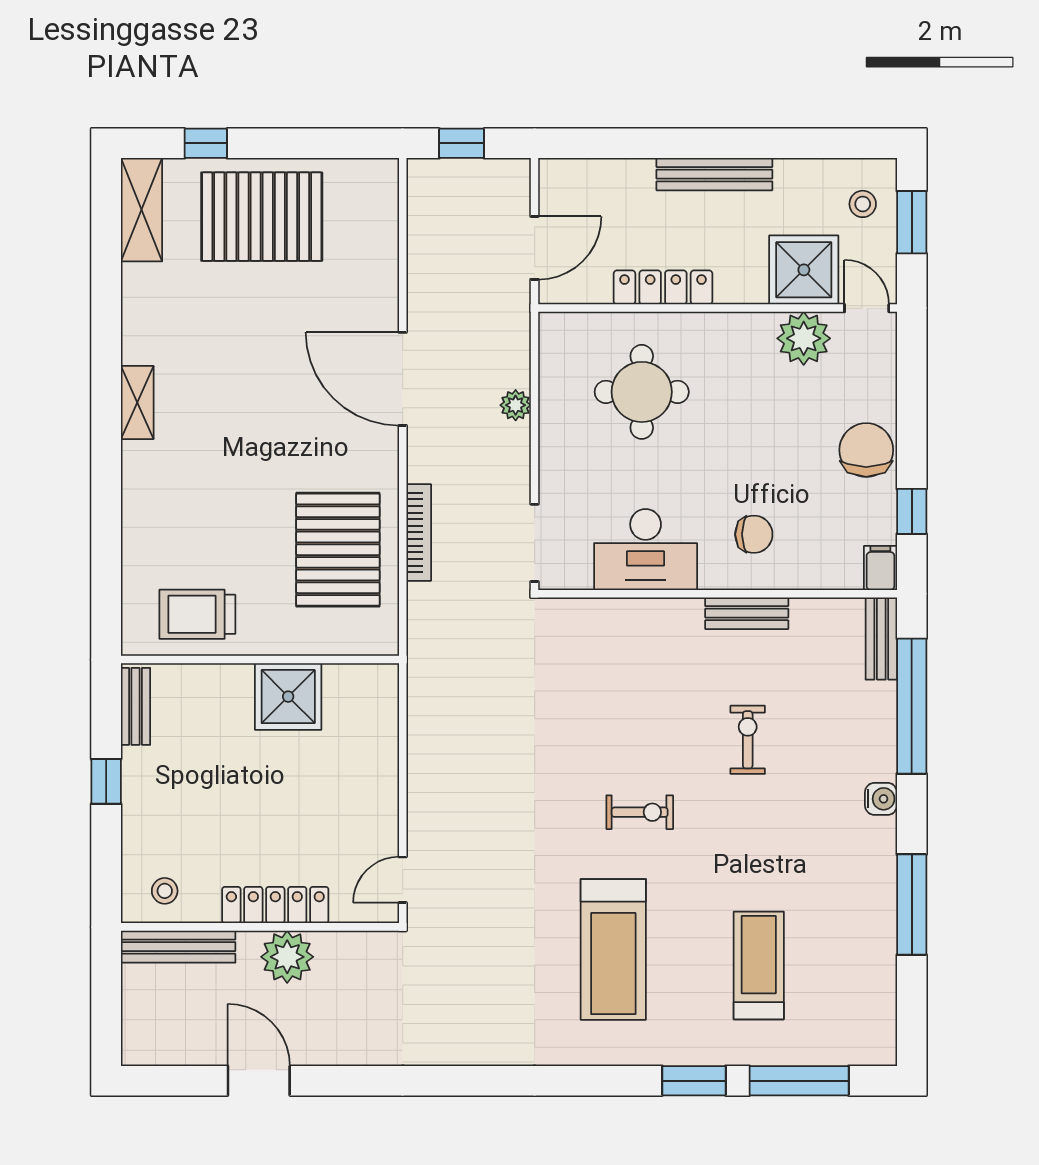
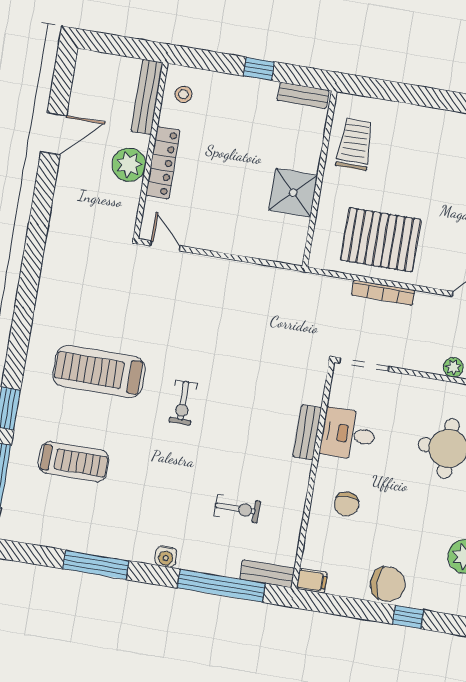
window: (912, 511) -> (408, 617), moved
desk: (646, 550) -> (348, 434), width x0.73
bench: (747, 613) -> (307, 432), moved
exercise bike: (748, 740) -> (237, 509), moved

